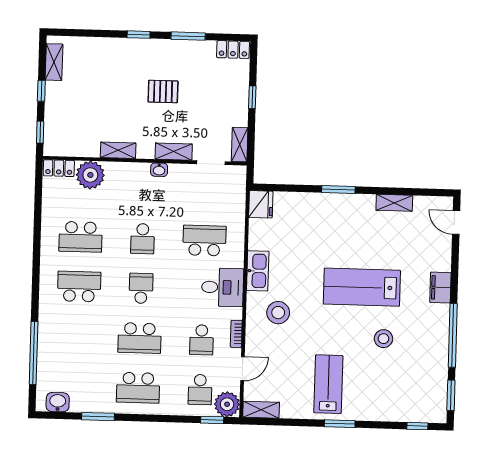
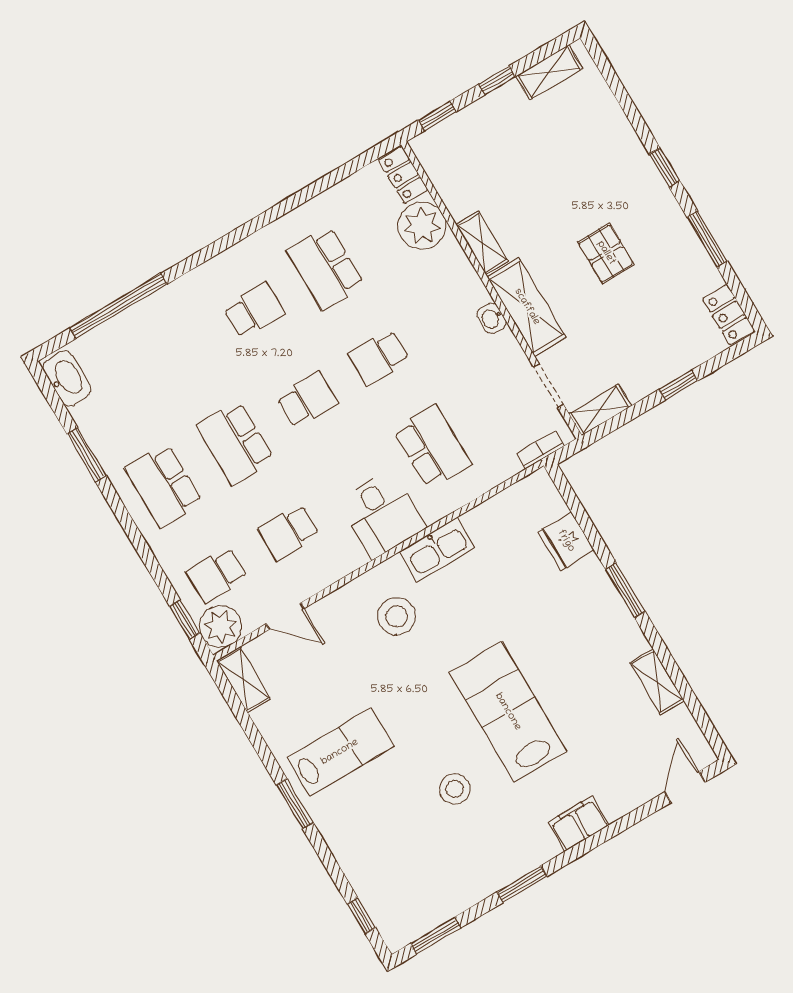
shelving: (174, 152) -> (527, 307), width x1.50, depth x1.33
fridge: (261, 204) -> (566, 541), moved, turned 90
school desk: (79, 286) -> (254, 311), width x0.54
bookcase: (236, 334) -> (540, 450), moved
window: (453, 335) -> (522, 884), width x0.47
washbasin: (58, 402) -> (67, 378), width x1.38

